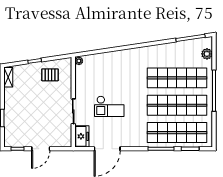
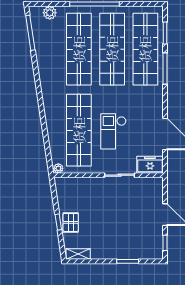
pallet: (50, 75) -> (71, 222), moved
shop shelf: (110, 78) -> (79, 130), added
checkout: (109, 106) -> (113, 131), turned 180

